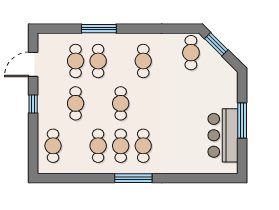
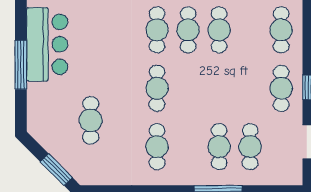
cafe table: (191, 53) -> (91, 120), moved
cafe table: (76, 103) -> (281, 88), moved
cafe table: (121, 103) -> (157, 88), moved

